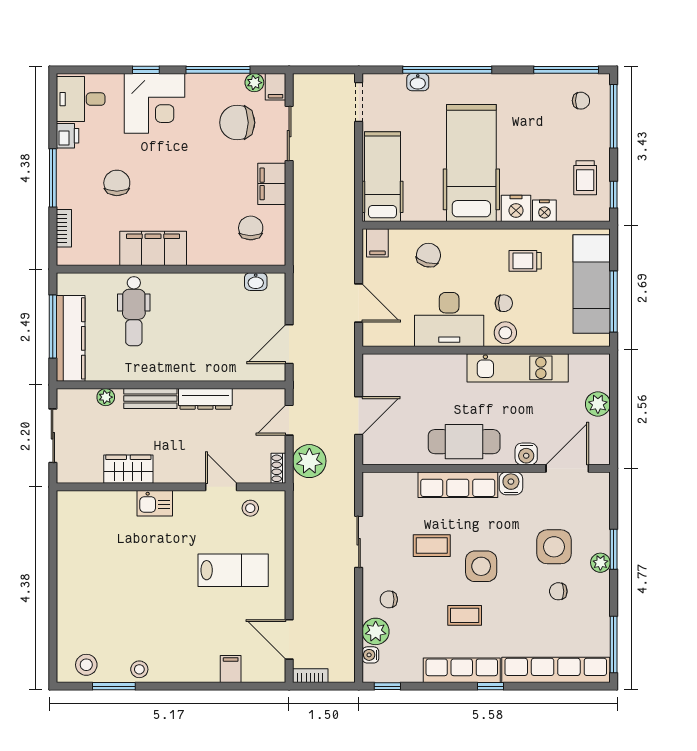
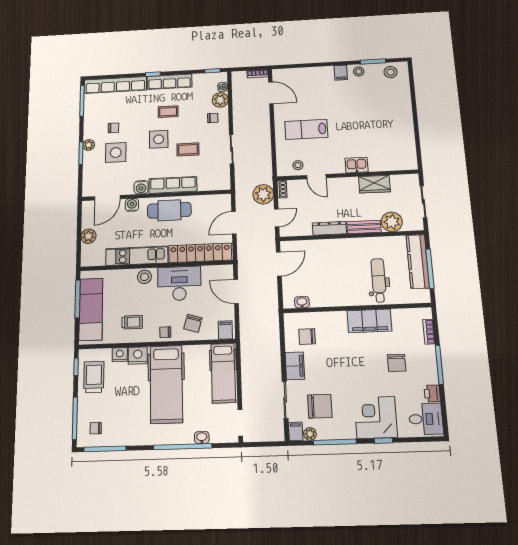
trolley: (585, 178) -> (94, 377), width x1.36, depth x1.39
chair: (251, 228) -> (307, 336), turned 90
chair: (504, 303) -> (165, 332), moved
locker: (415, 368) -> (200, 253), added
plant: (106, 397) -> (392, 222), width x1.87, depth x1.87
filing cabinet: (231, 669) -> (341, 73), moved

